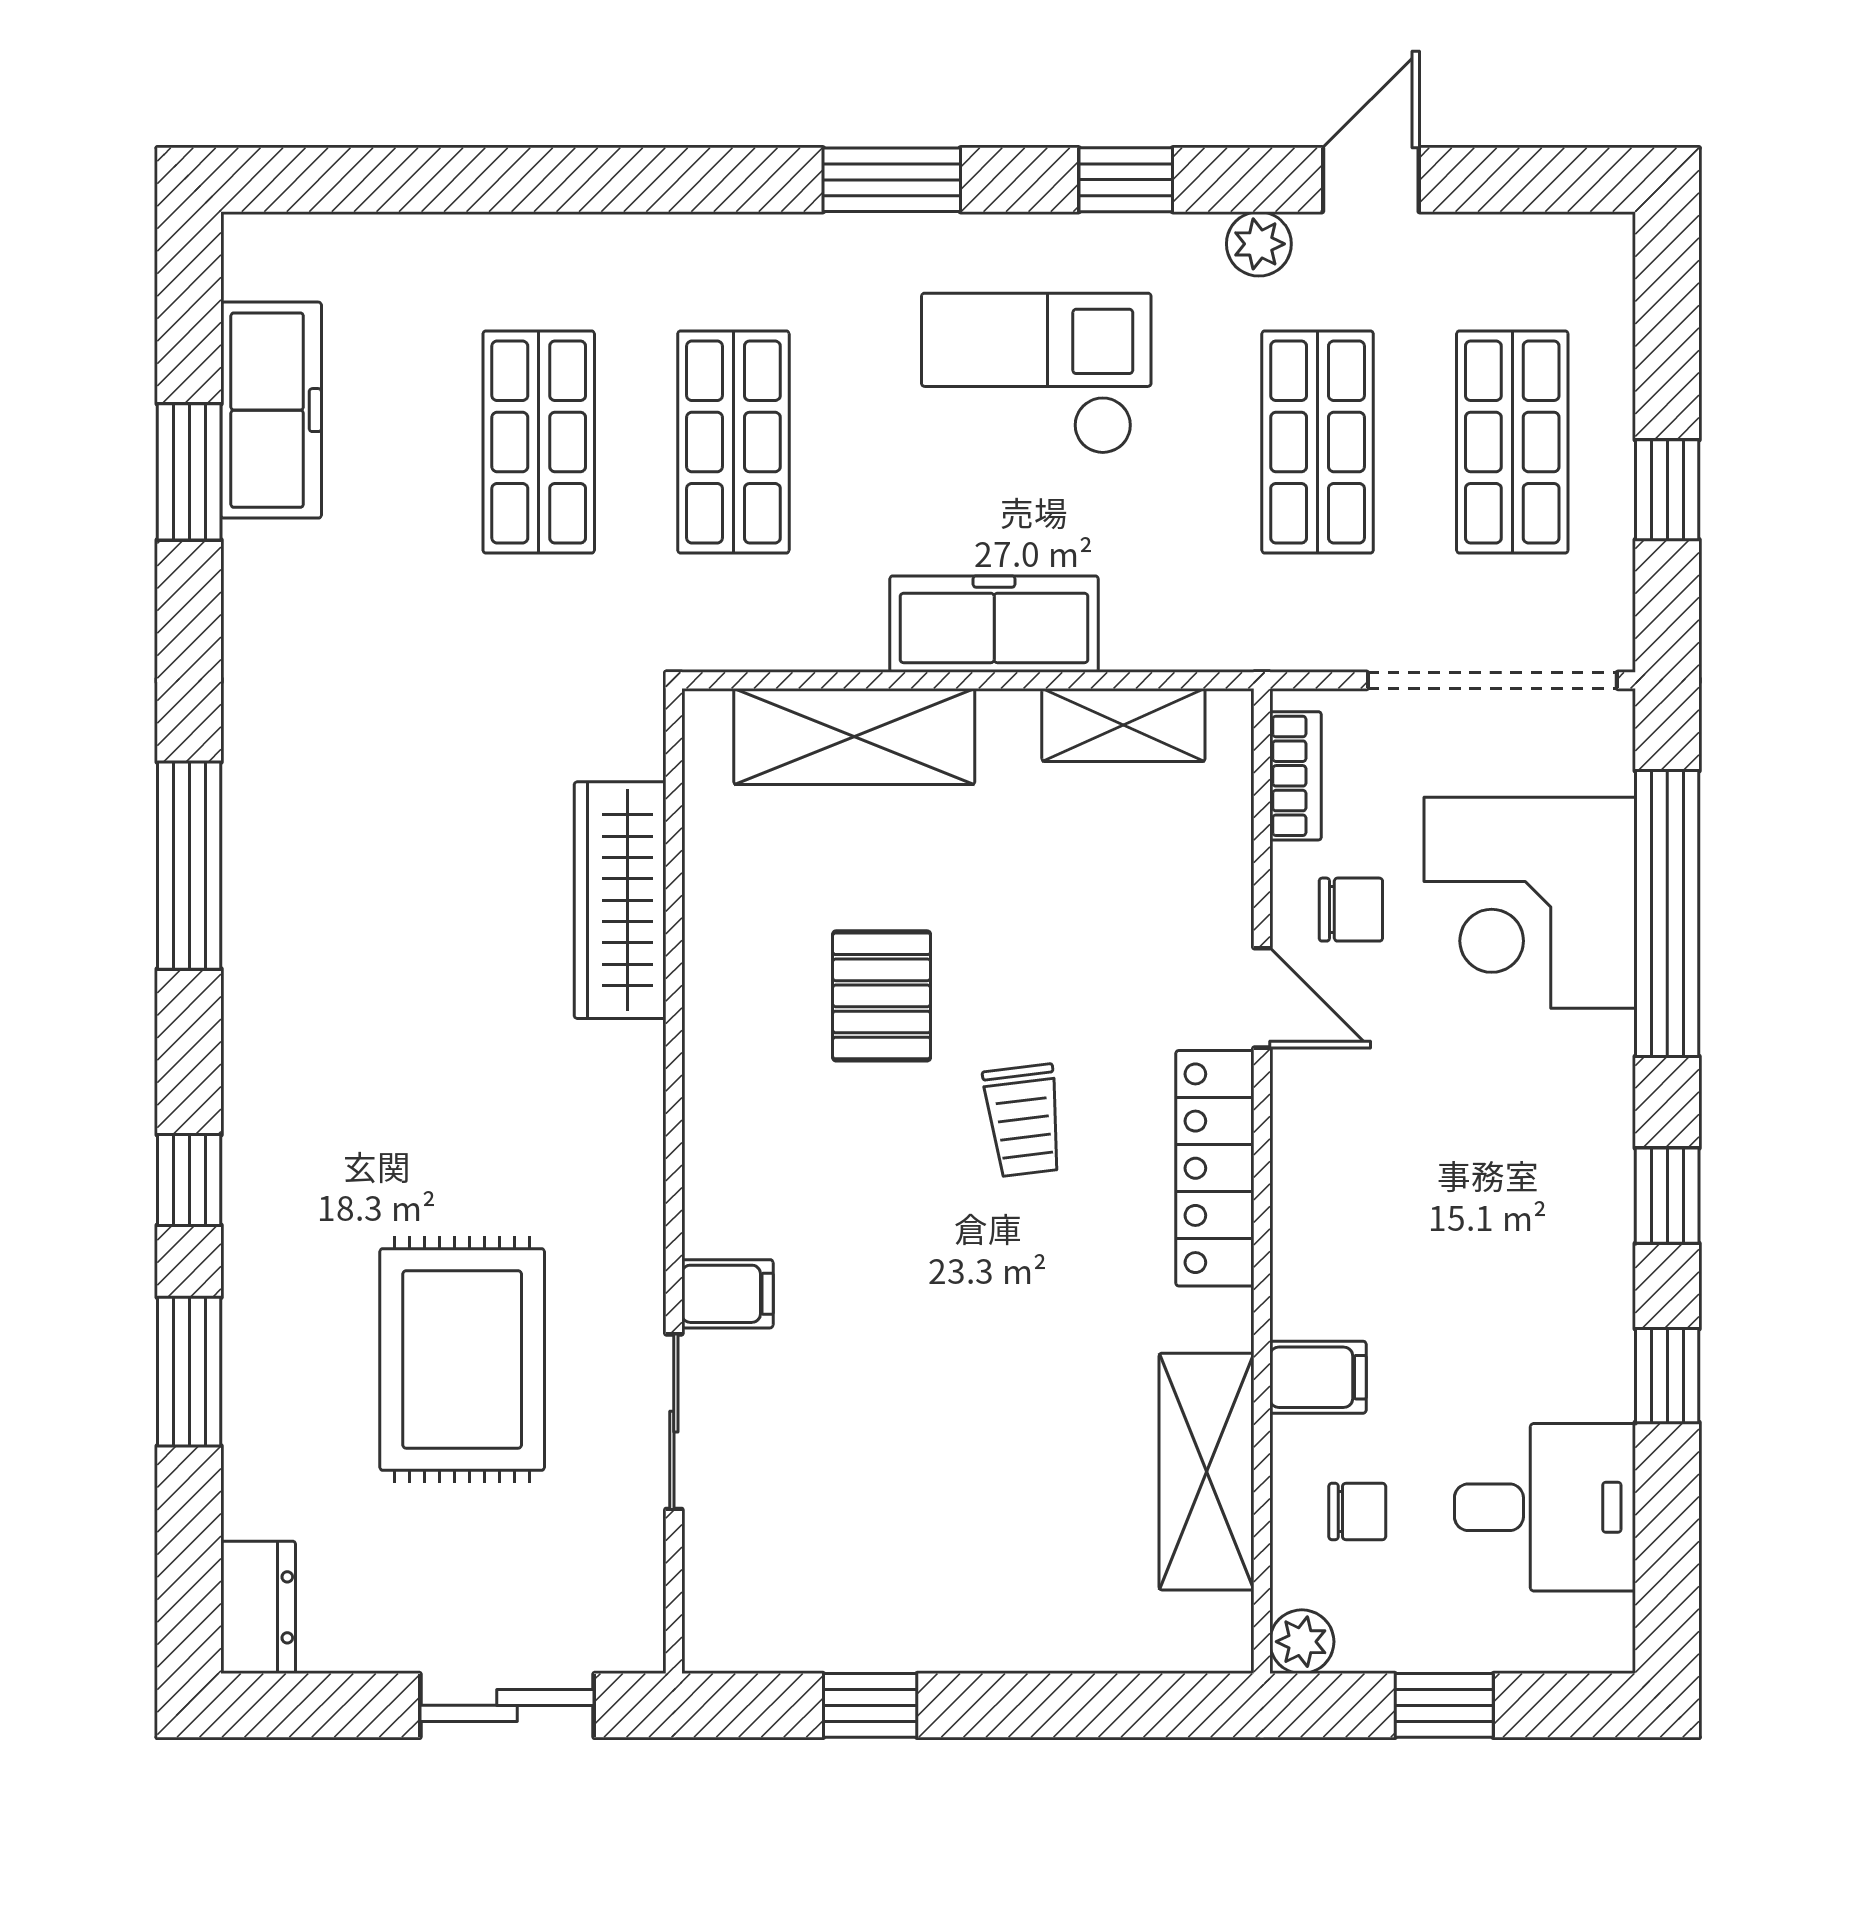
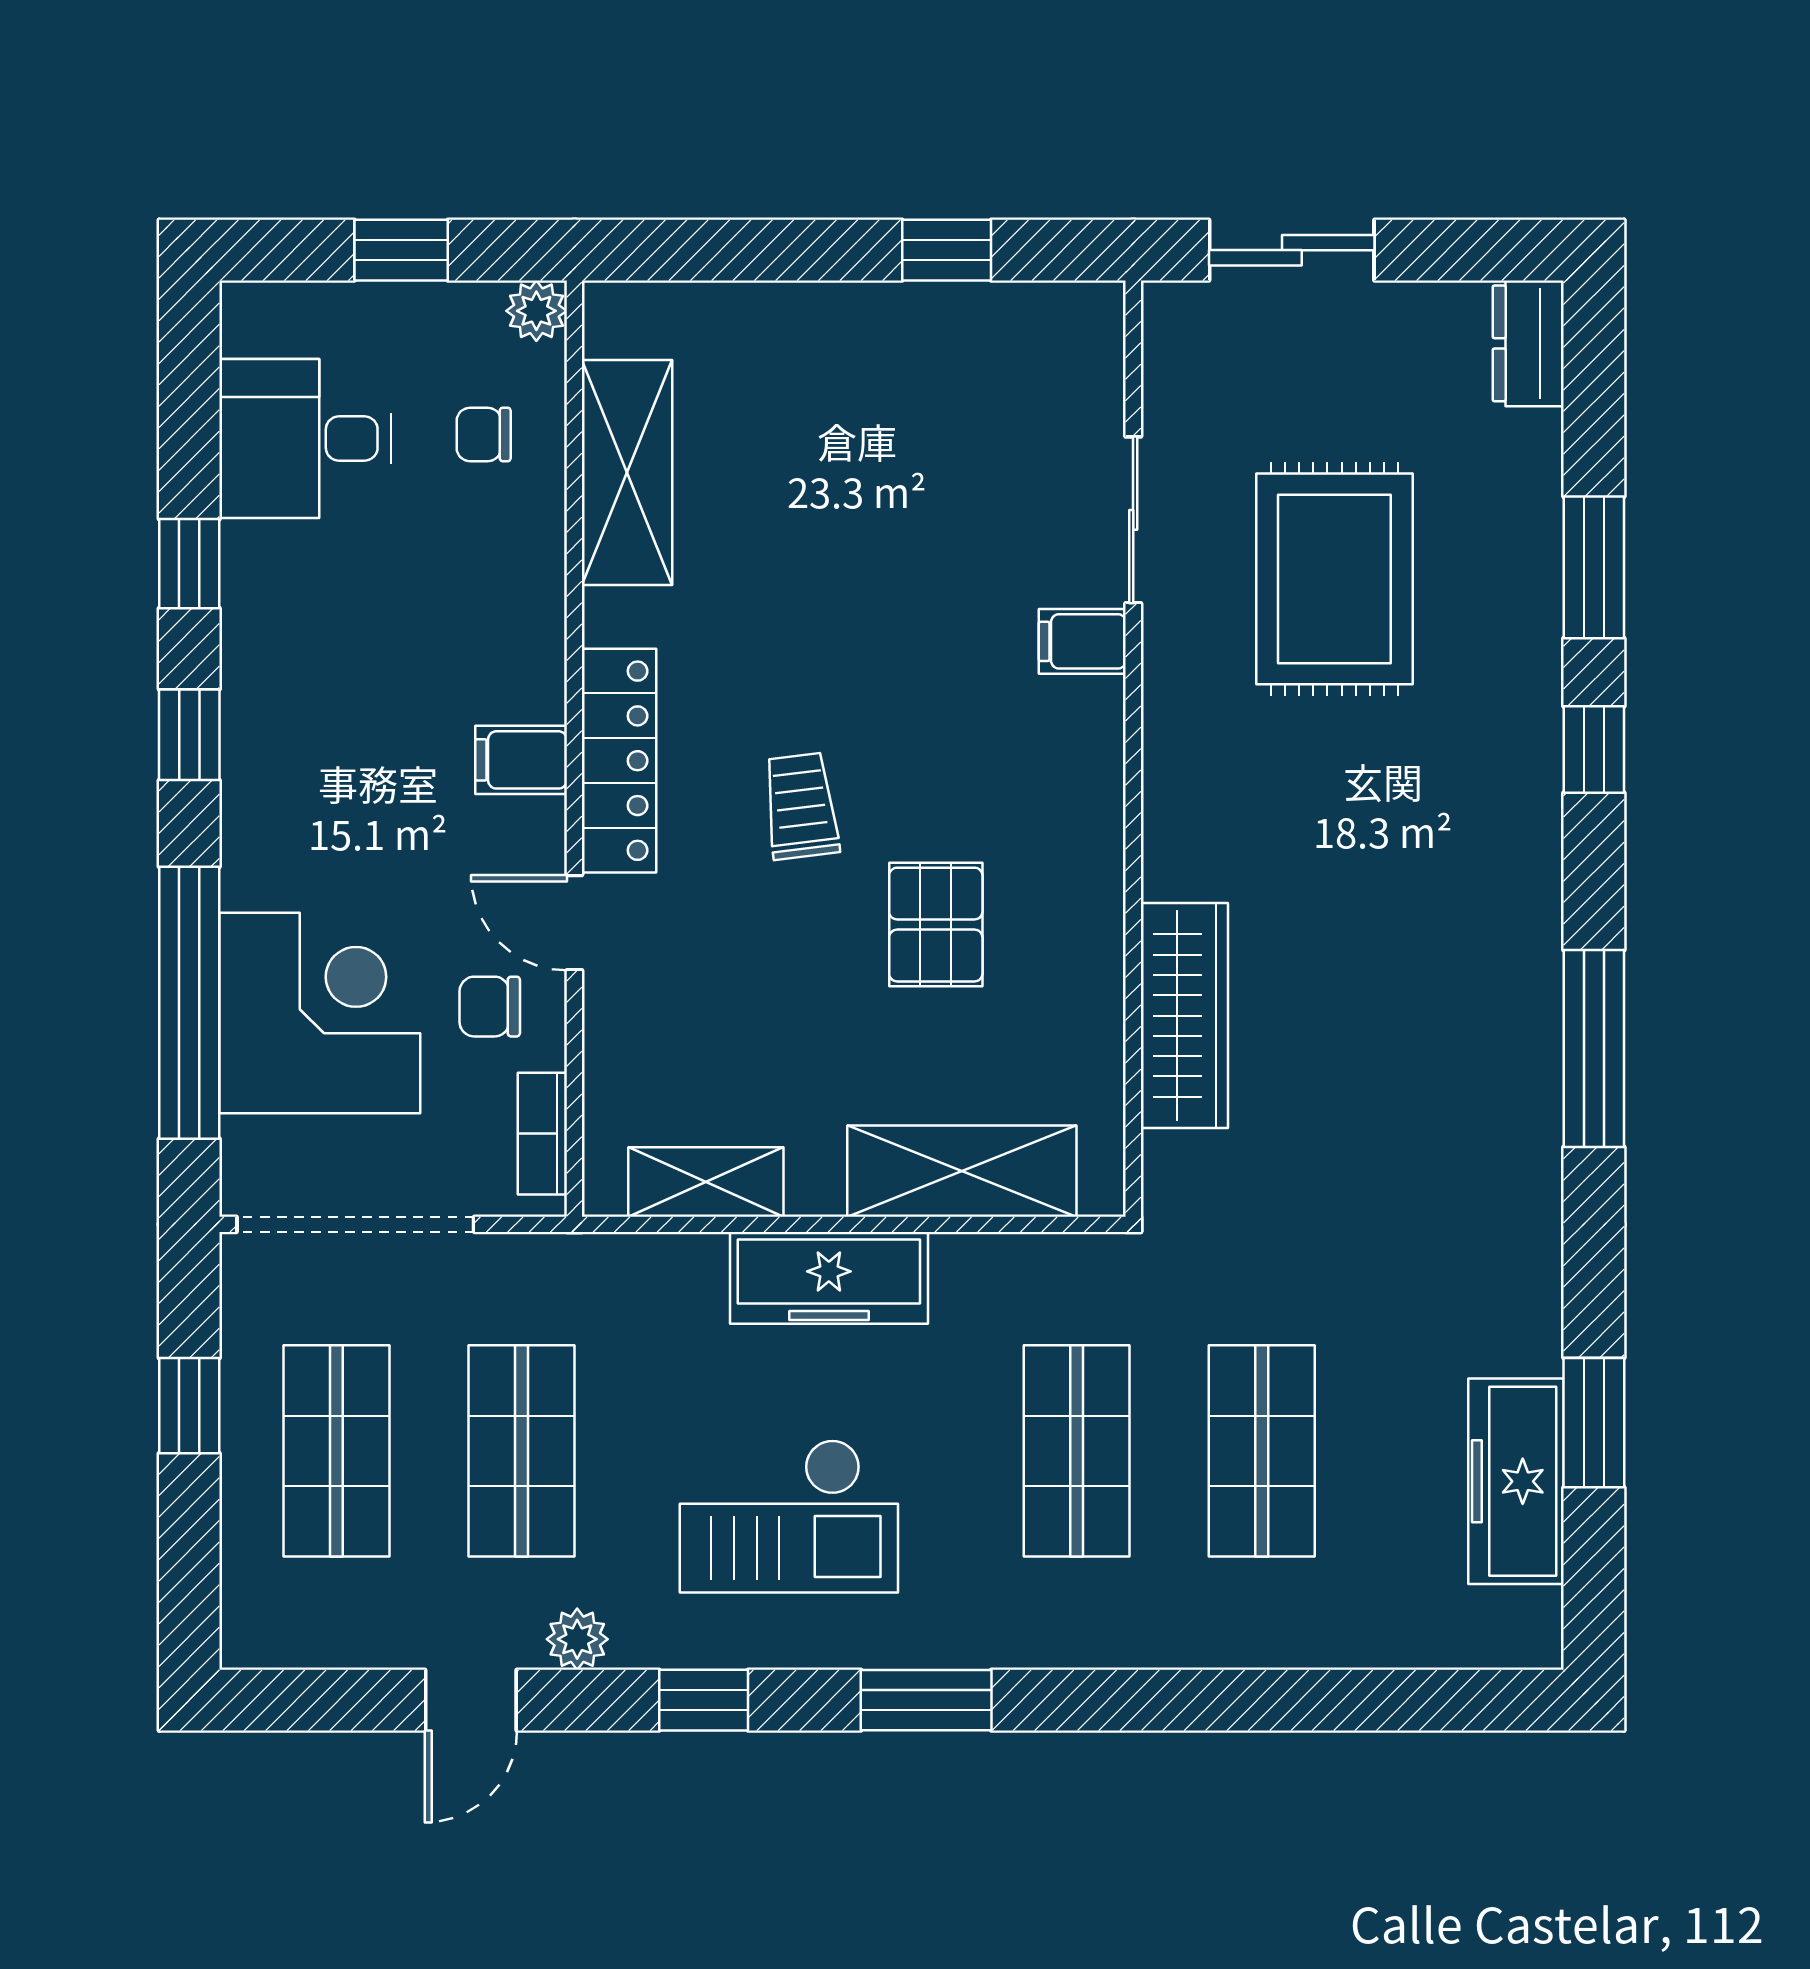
filing cabinet: (1318, 1377) -> (521, 760), moved

